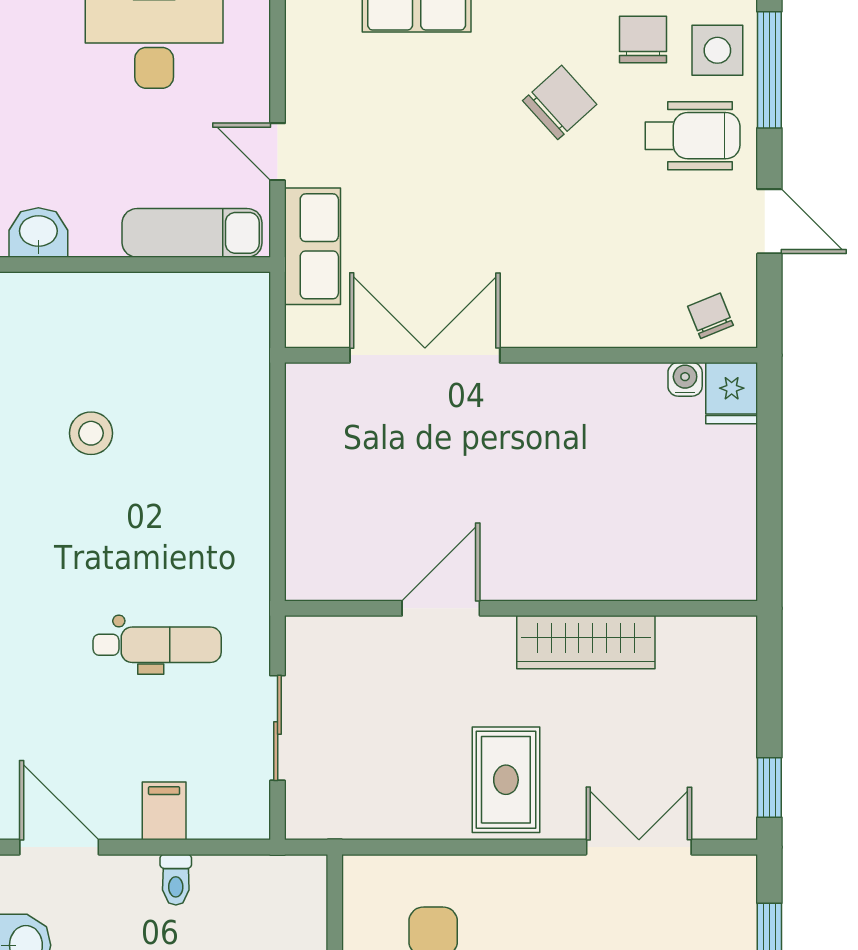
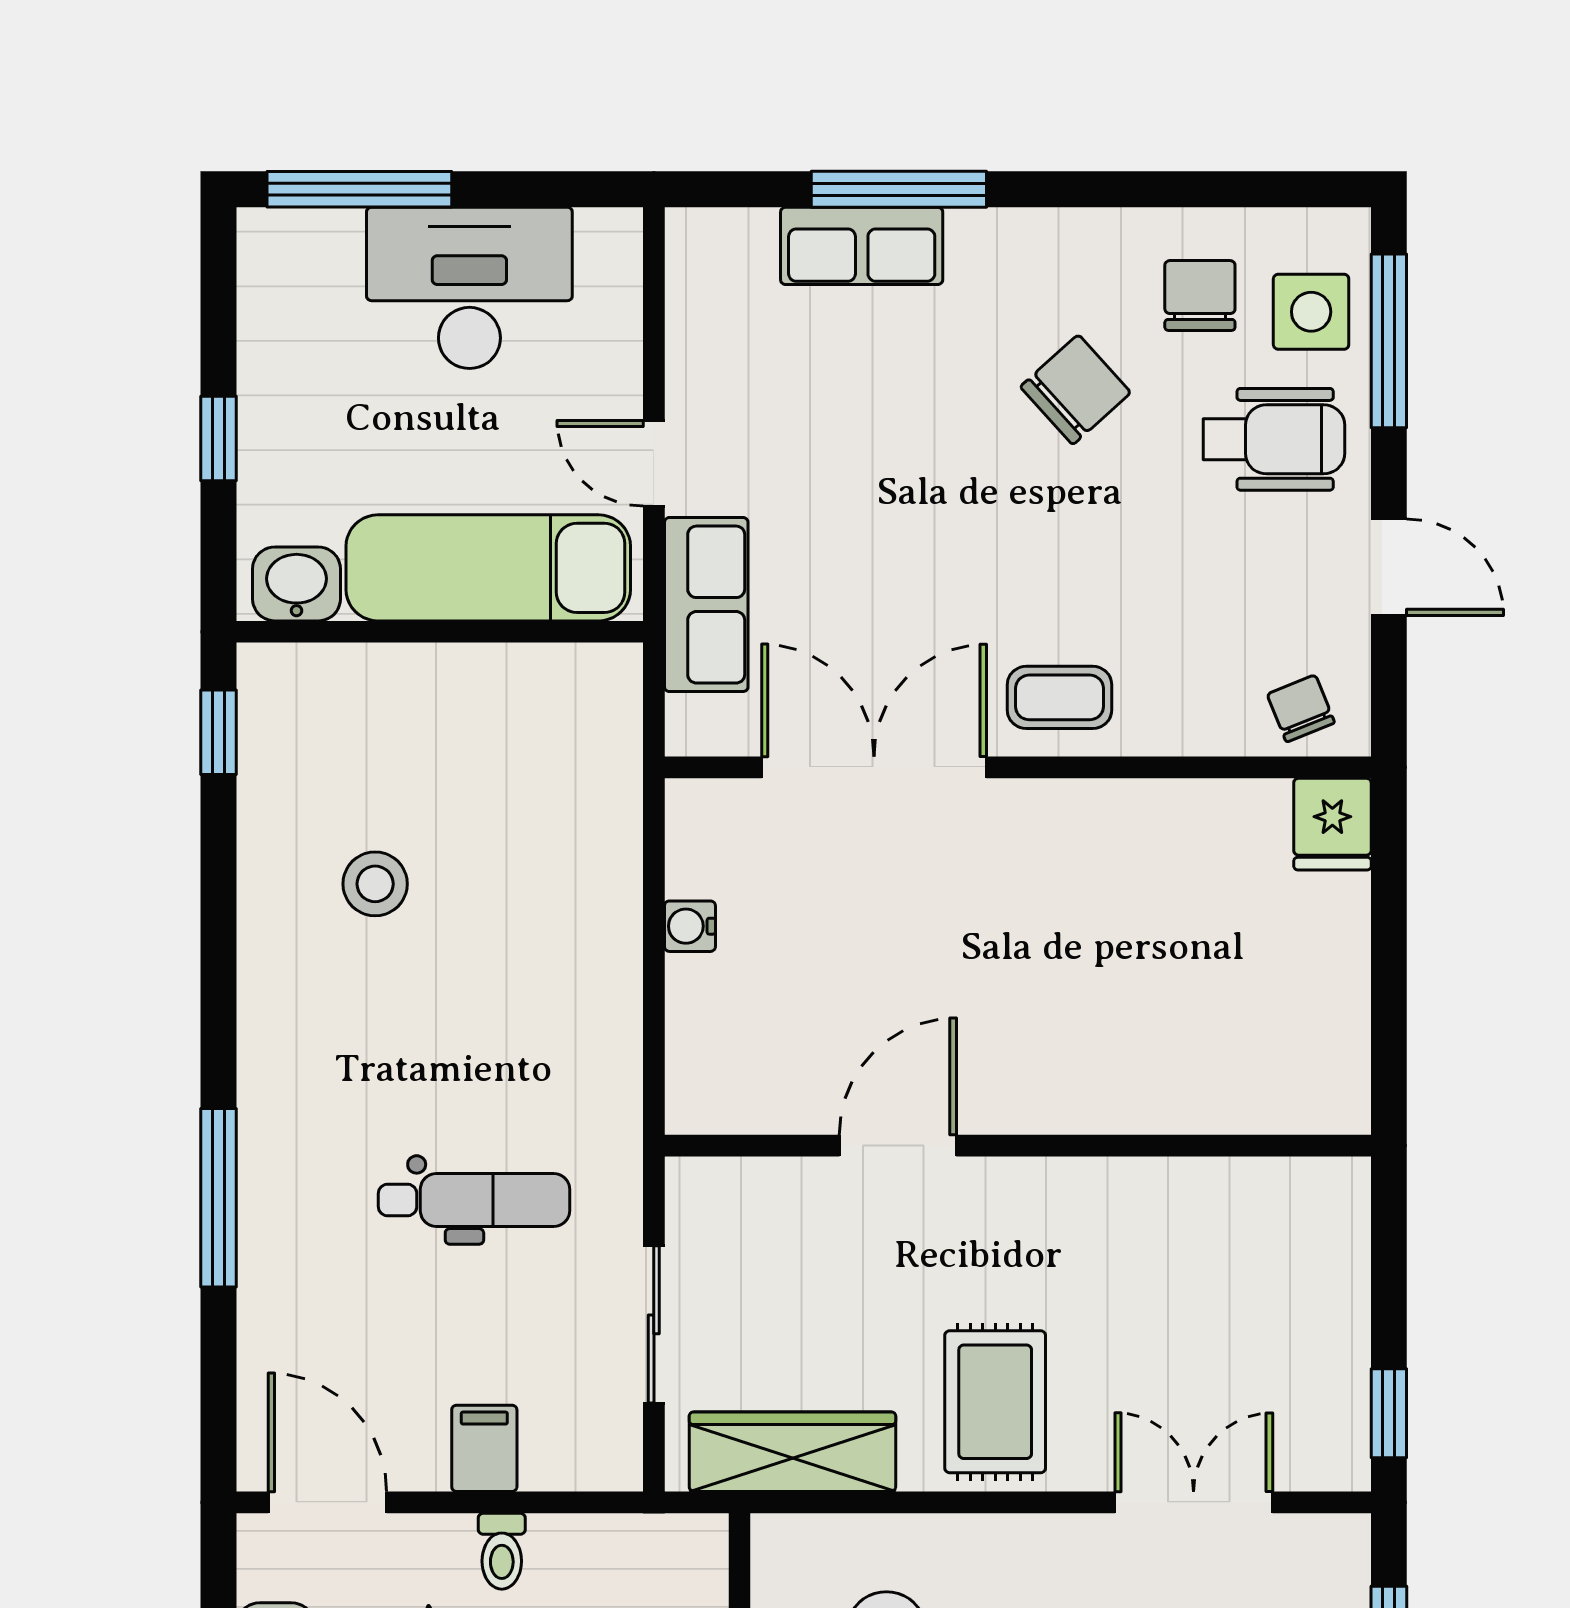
exam couch: (192, 233) -> (488, 568), width x1.36, depth x1.45
coffee table: (549, 308) -> (1059, 697), added
water cooler: (685, 379) -> (690, 926), moved, turned -90
wardrobe: (586, 642) -> (792, 1452), moved, turned 180

